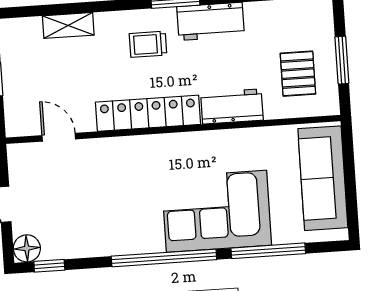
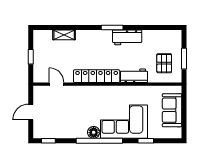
trolley: (148, 44) -> (99, 46), removed
sofa: (323, 178) -> (172, 110), width x0.73
floor lamp: (27, 248) -> (94, 132), moved
window: (268, 251) -> (146, 141), width x0.46

